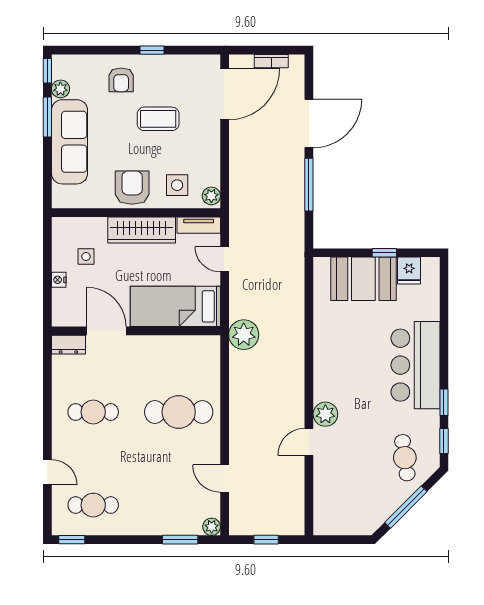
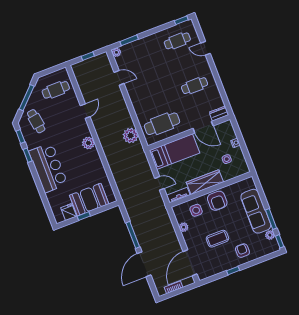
plant: (211, 196) -> (184, 227), moved
plant: (244, 335) -> (131, 136), moved
cafe table: (179, 412) -> (162, 124), moved
plant: (325, 414) -> (88, 143), moved
cafe table: (348, 501) -> (56, 90), added

